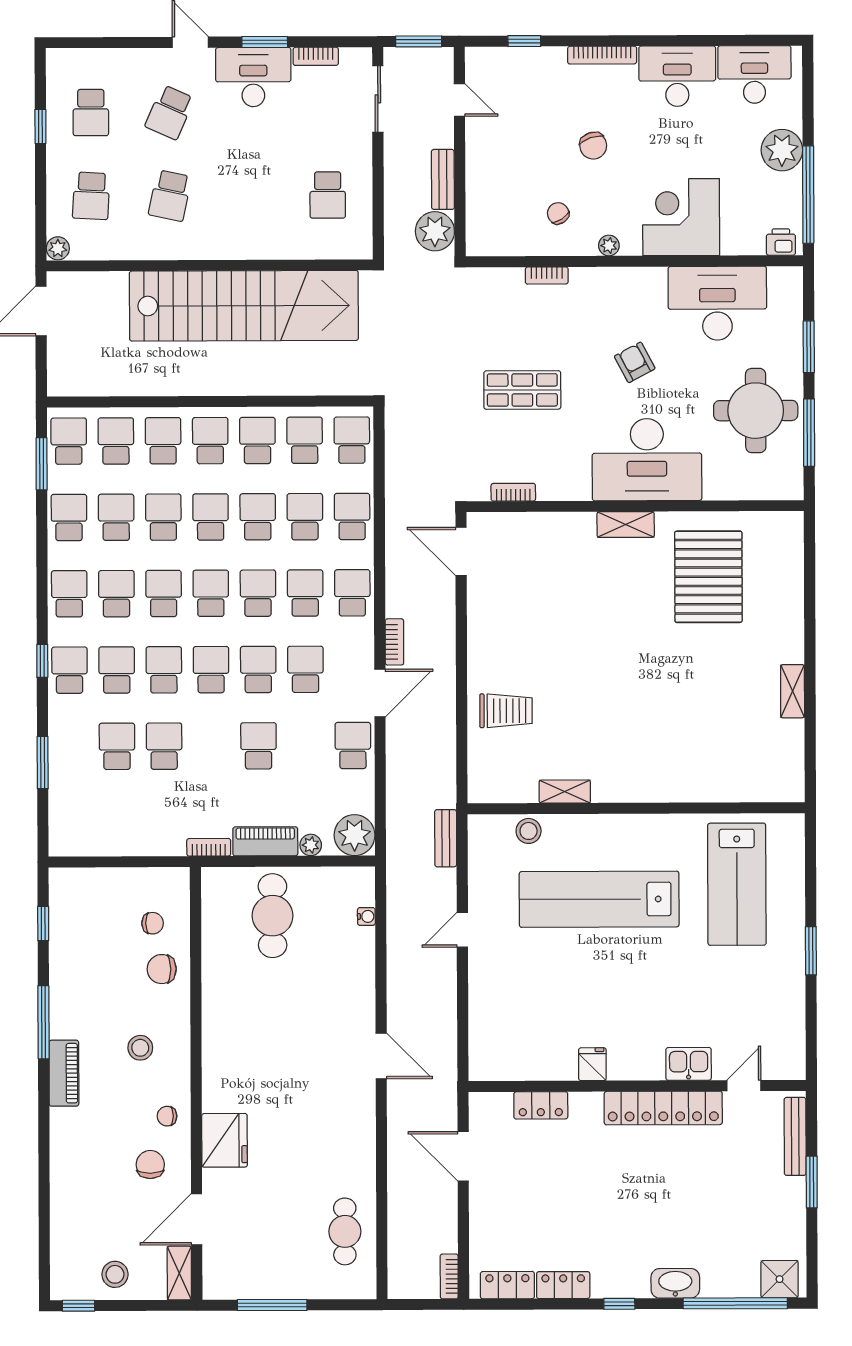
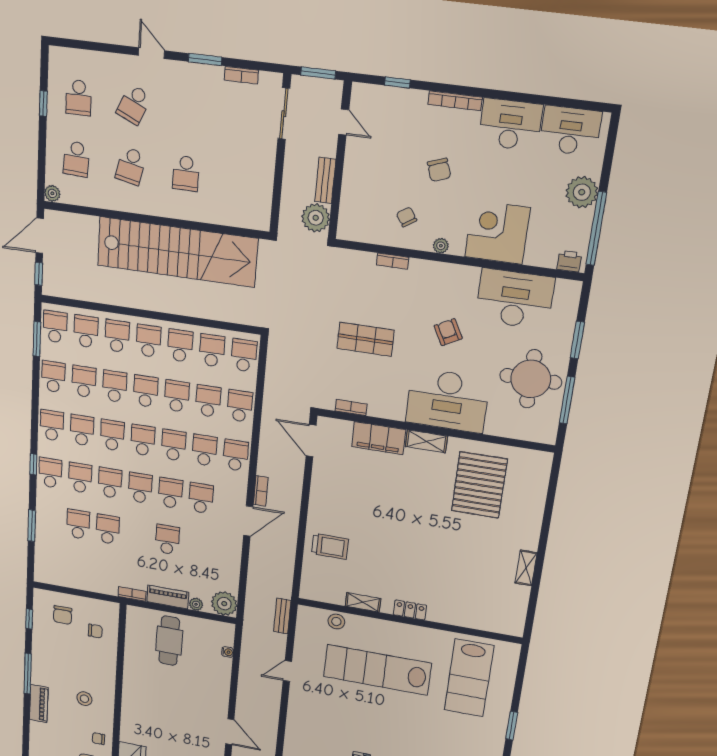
desk: (253, 77) -> (195, 85), removed
school desk: (328, 195) -> (186, 173), moved
window: (41, 366) -> (39, 274), added
filing cabinet: (558, 531) -> (379, 438), added
school desk: (353, 746) -> (228, 550), removed
locker: (636, 790) -> (410, 610), added
chair: (162, 969) -> (63, 615), moved, turned -90

